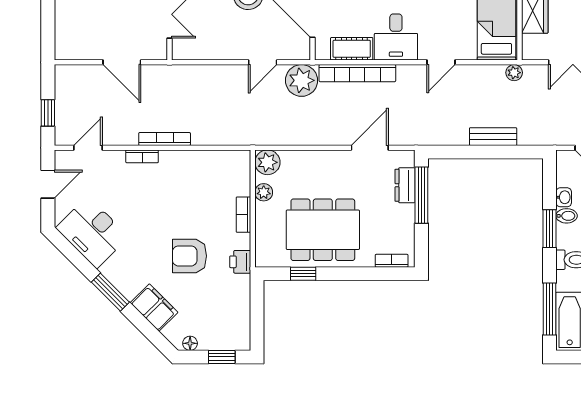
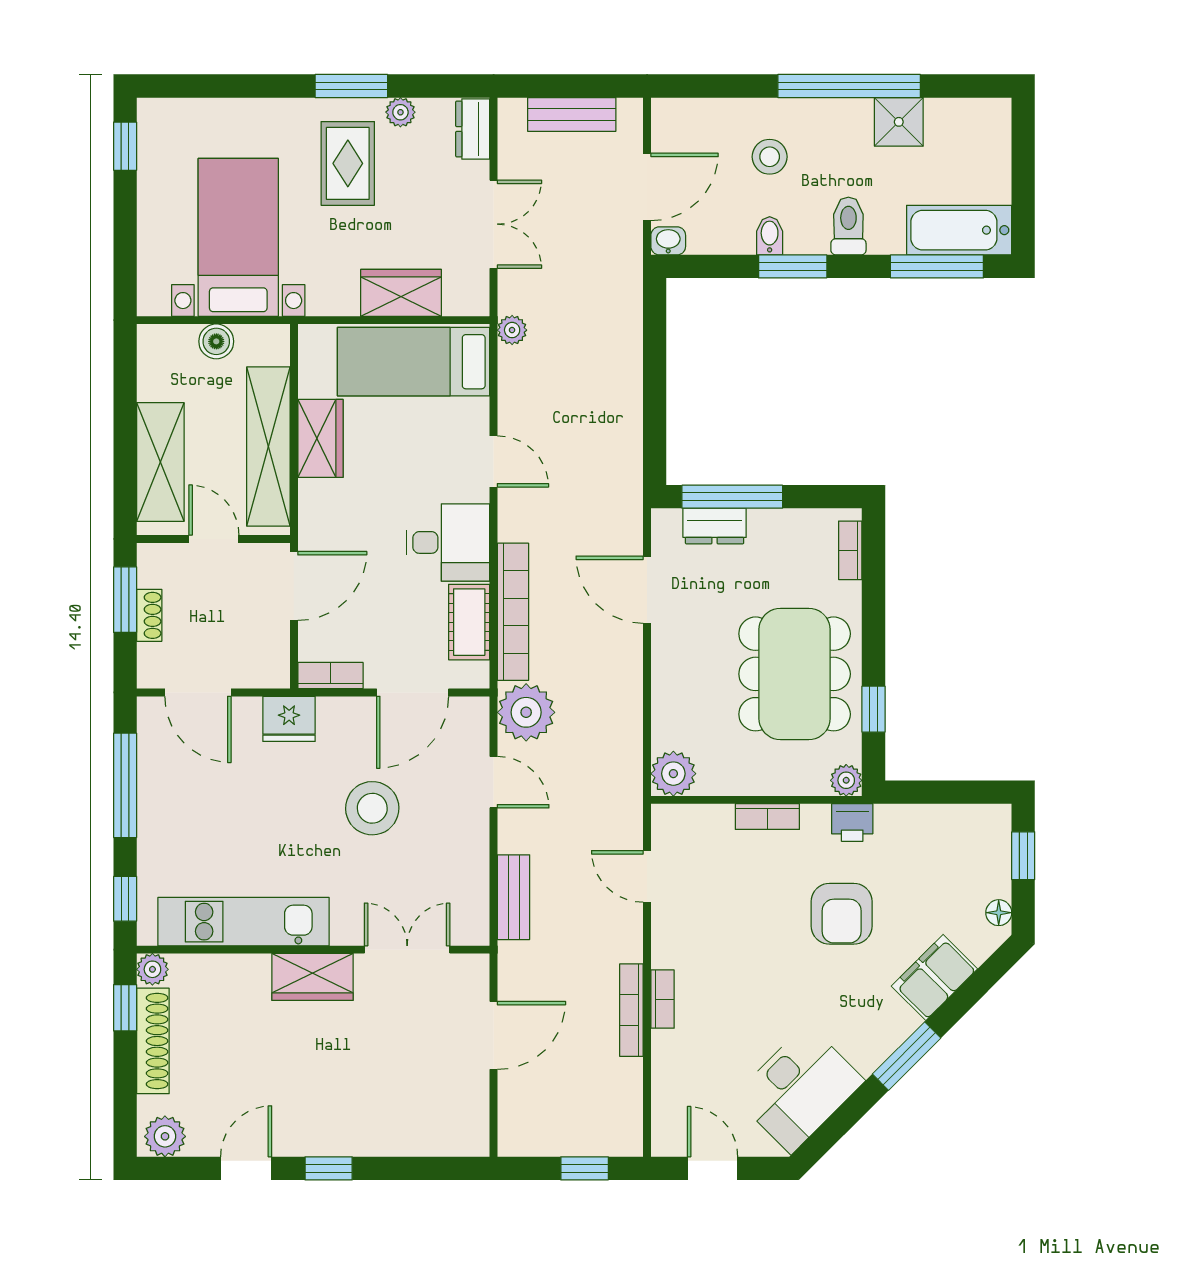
bench: (493, 137) -> (514, 897), moved
bookcase: (165, 139) -> (631, 1010), moved
door: (88, 148) -> (647, 876), moved
plant: (264, 192) -> (846, 780), moved
washbasin: (564, 197) -> (668, 241), moved

